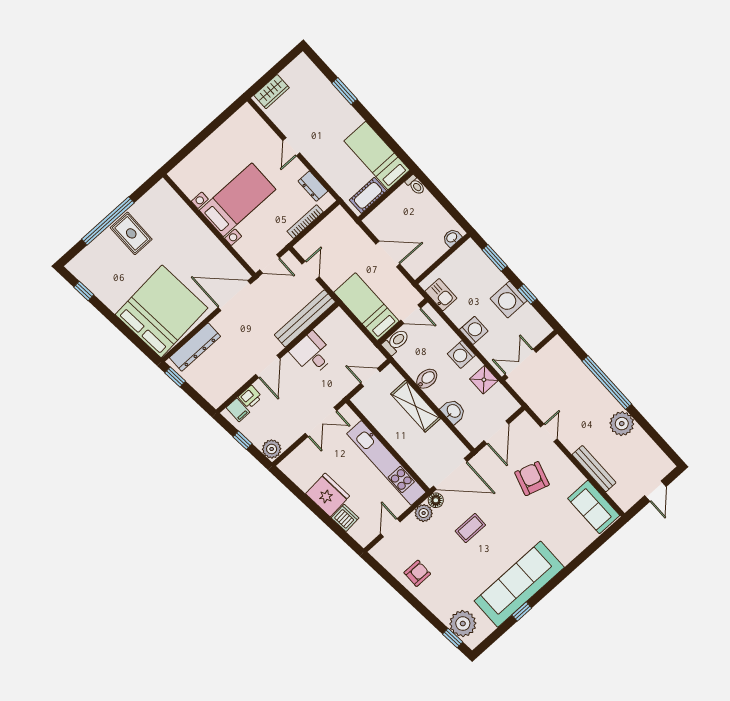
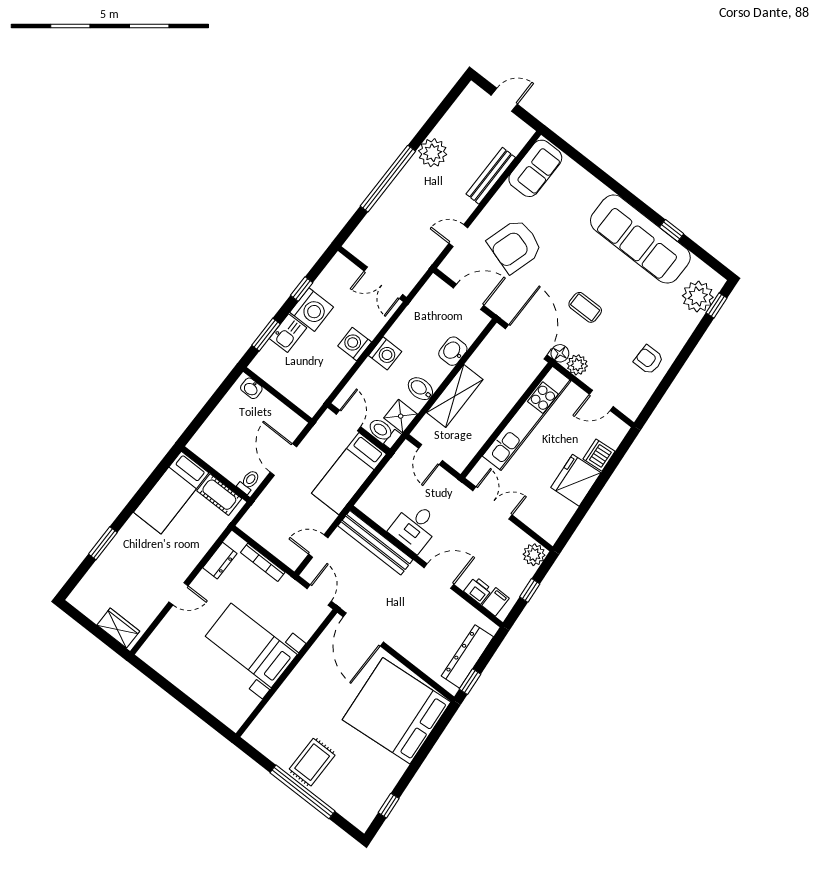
toilet: (415, 185) -> (249, 482), moved
kitchen sink: (441, 295) -> (288, 333), moved, turned 180
dresser: (195, 347) -> (467, 656), moved, turned -95
shower: (484, 380) -> (401, 416), moved
armchair: (532, 479) -> (515, 246), width x1.36, depth x1.36

